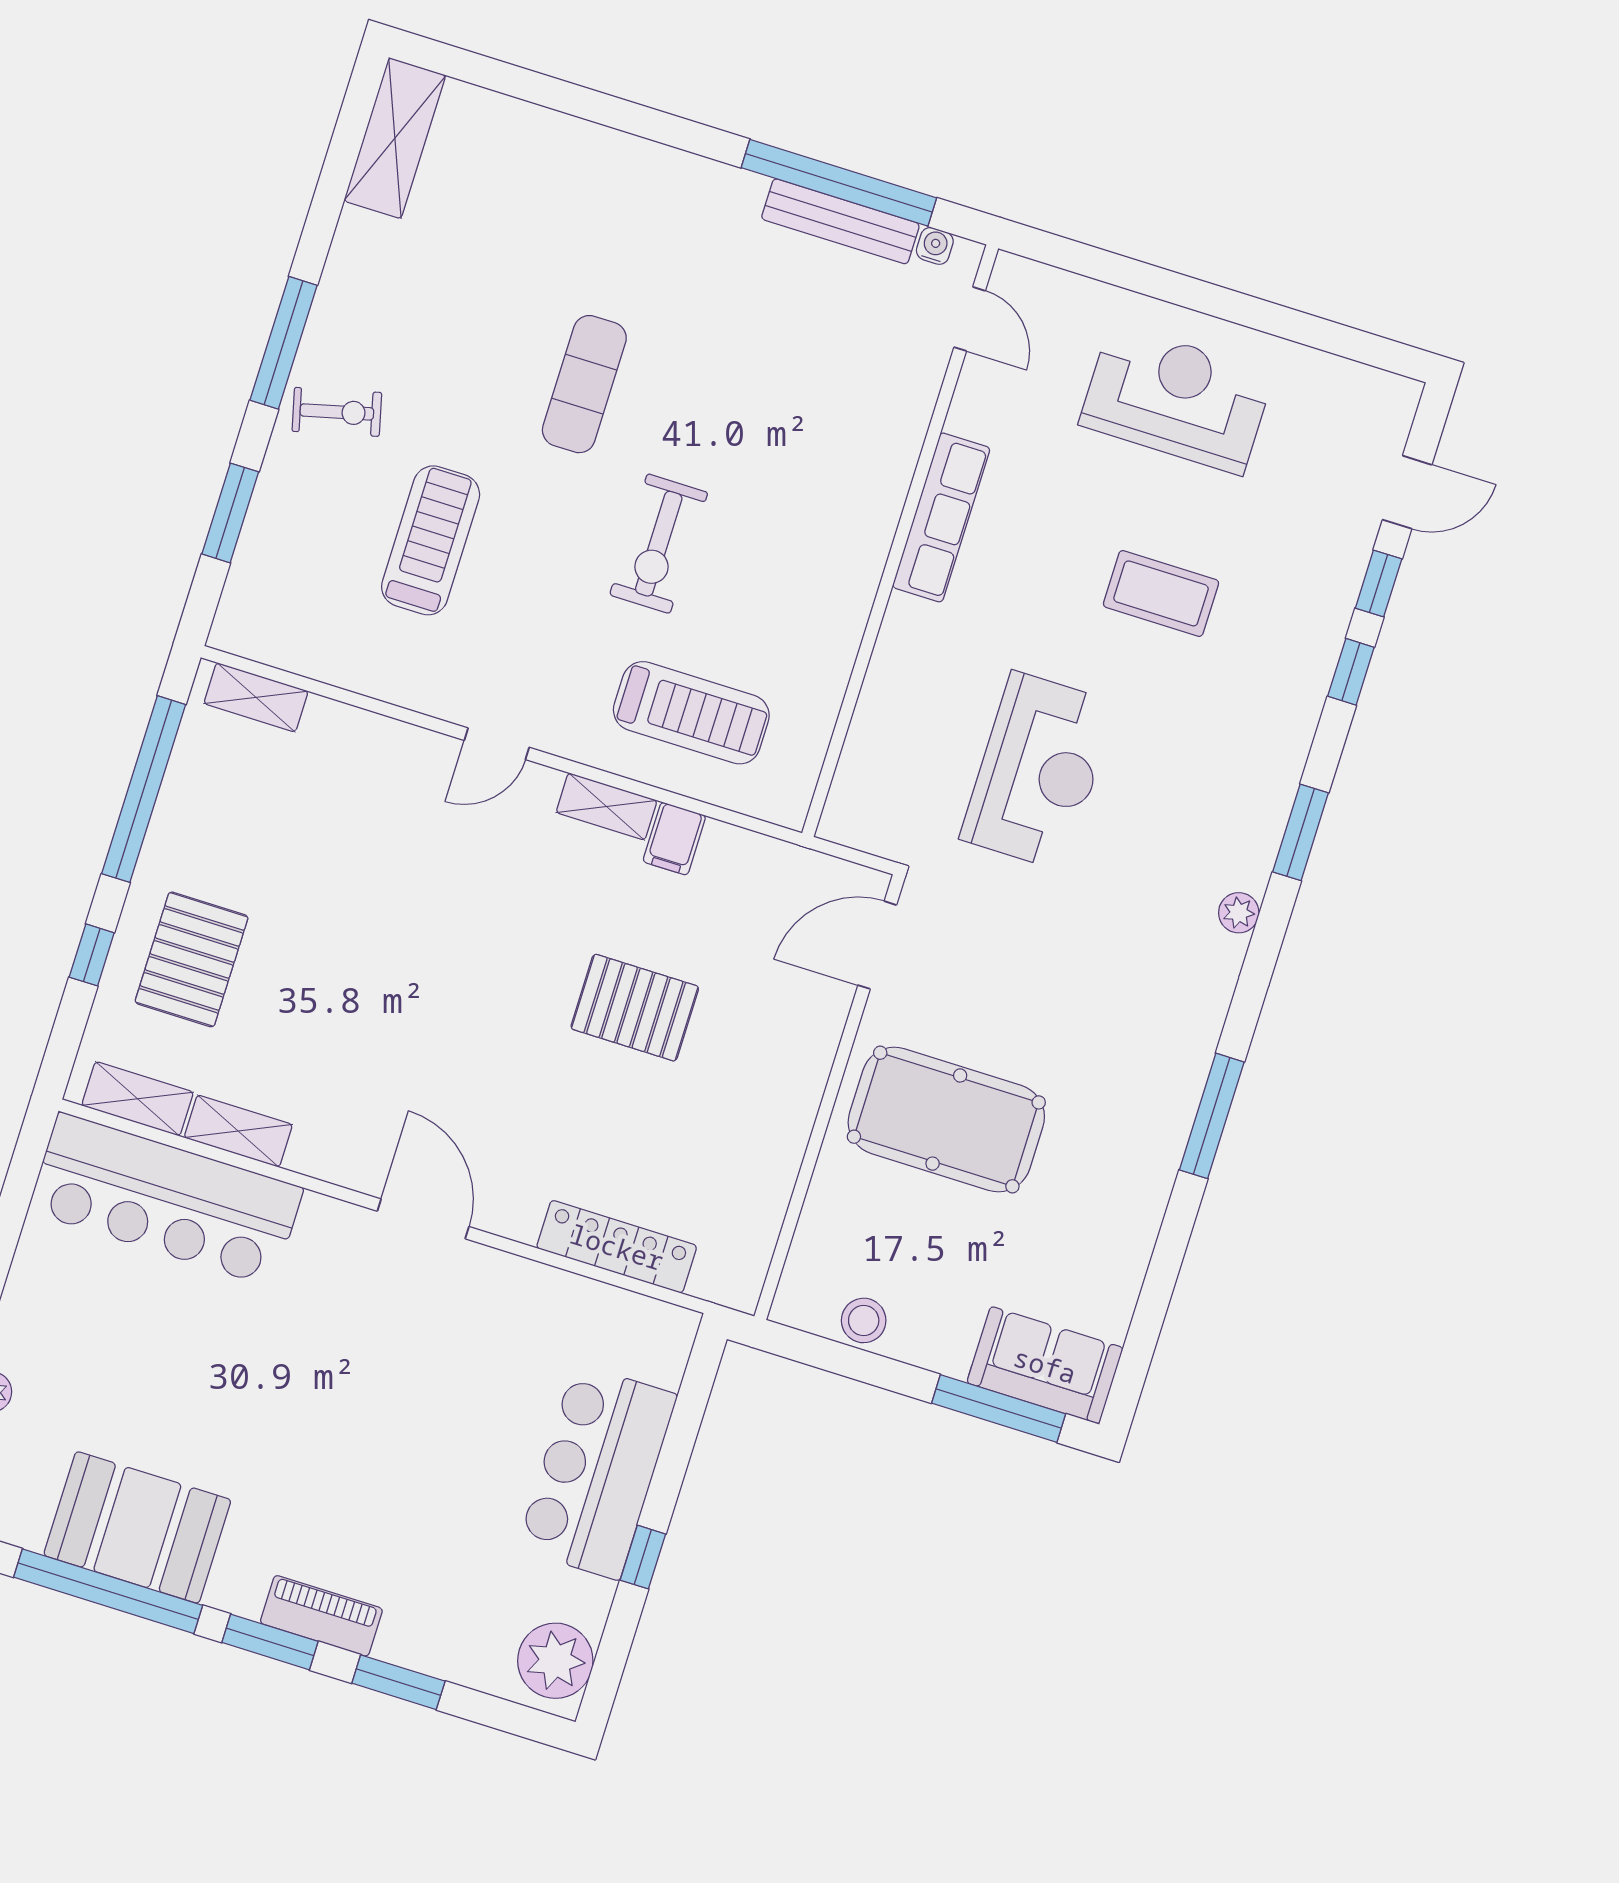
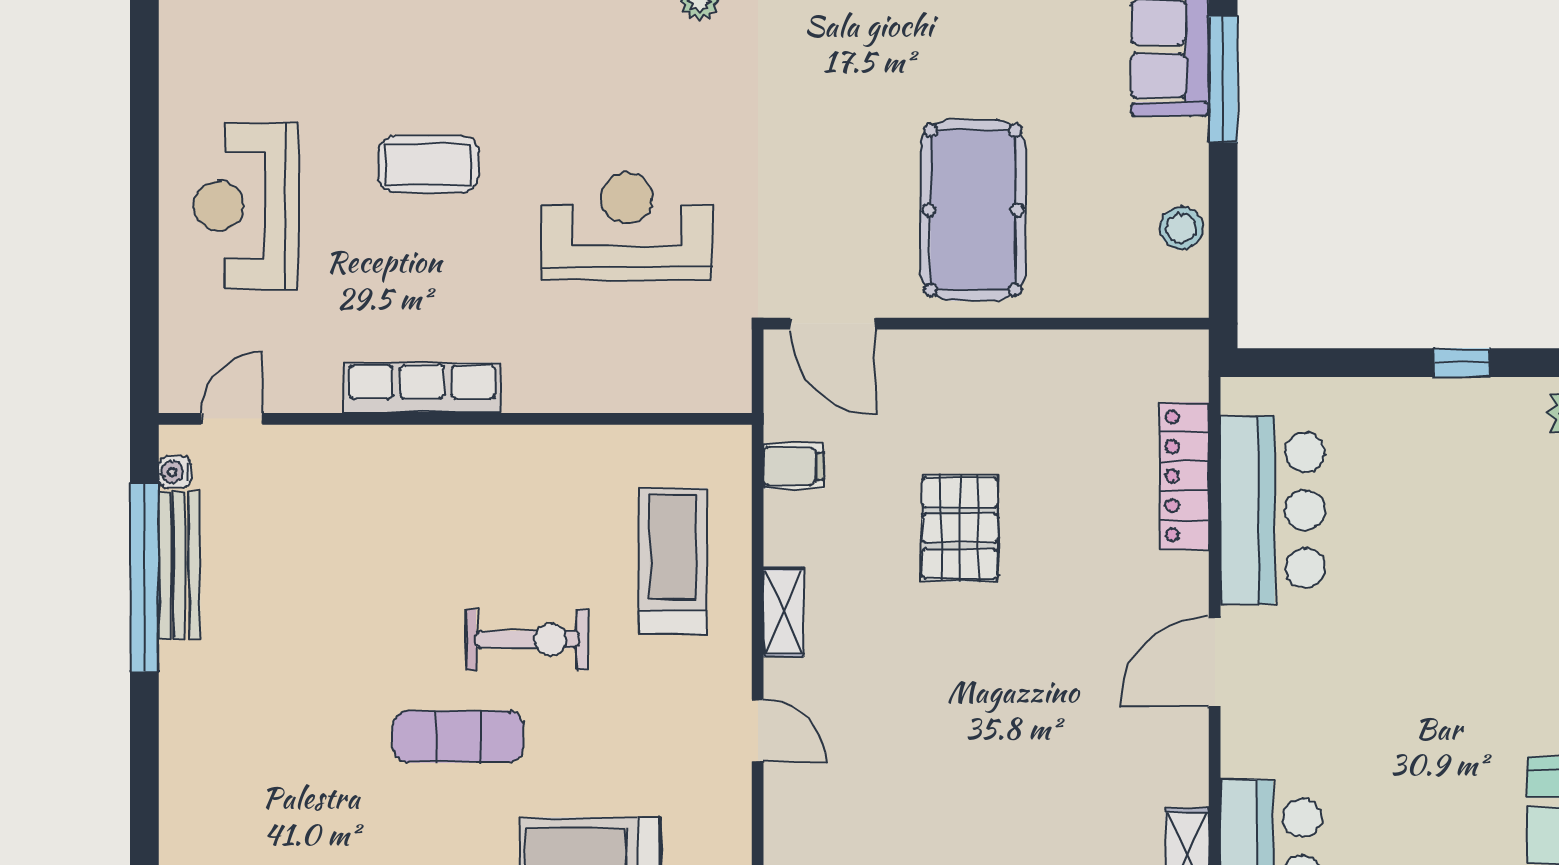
exercise mat: (584, 384) -> (458, 737), moved
coffee table: (1161, 593) -> (429, 164), turned 90
filing cabinet: (674, 839) -> (794, 466), moved
bar counter: (597, 1472) -> (1273, 510), moved, turned -90

